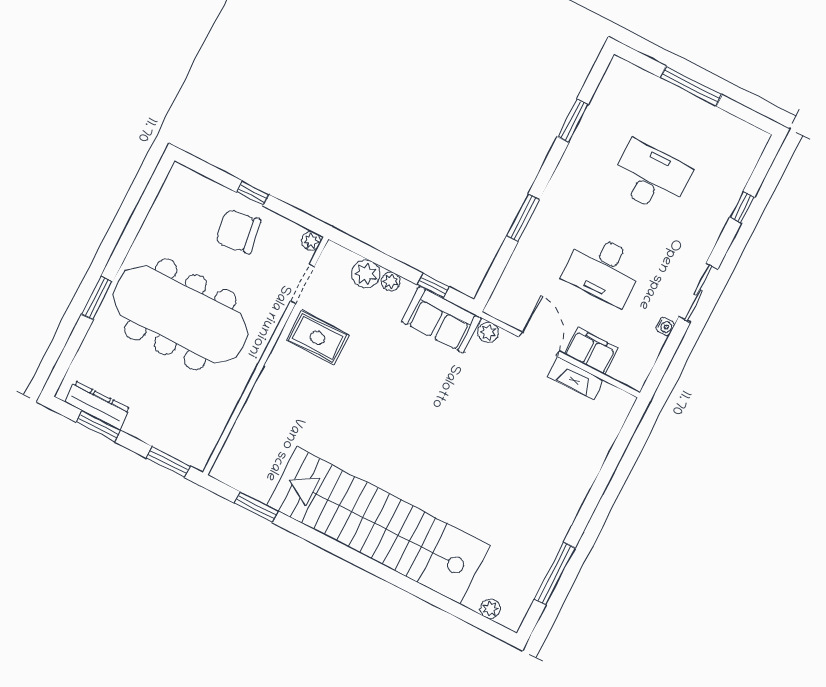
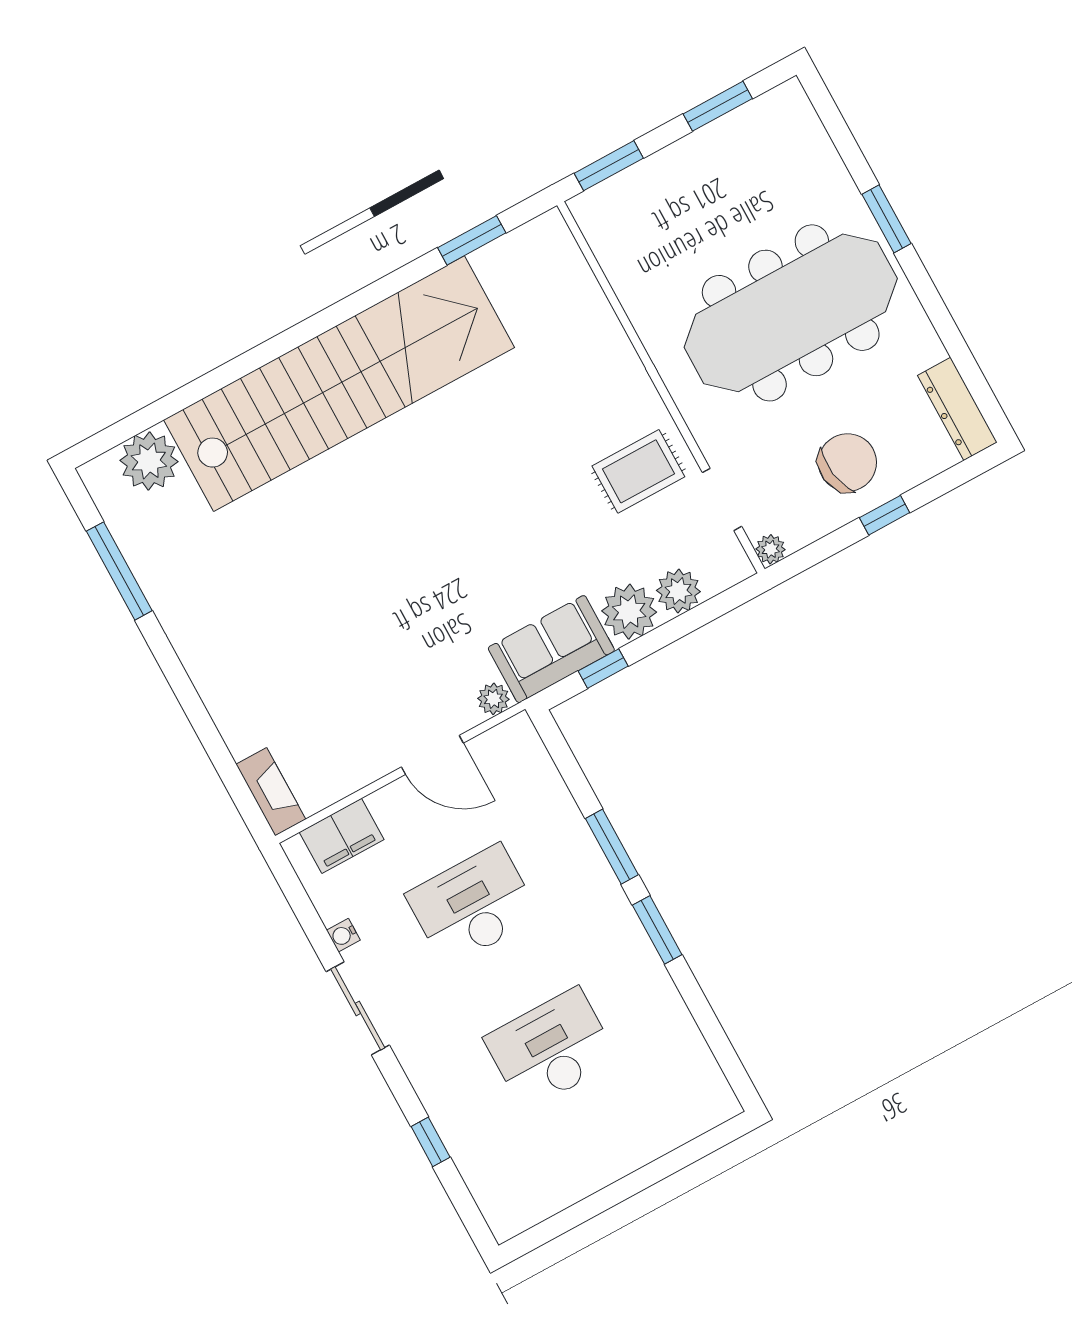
window: (691, 86) -> (634, 1183), removed
window: (573, 121) -> (657, 930), moved
desk: (651, 177) -> (551, 1049), turned 180
plant: (391, 281) -> (629, 612), width x1.87, depth x1.87
filing cabinet: (591, 351) -> (342, 836), moved
fireplace: (576, 378) -> (271, 792), moved, turned 90
dresser: (97, 405) -> (957, 409), moved, turned 90
plant: (490, 609) -> (149, 461), width x1.88, depth x1.88

